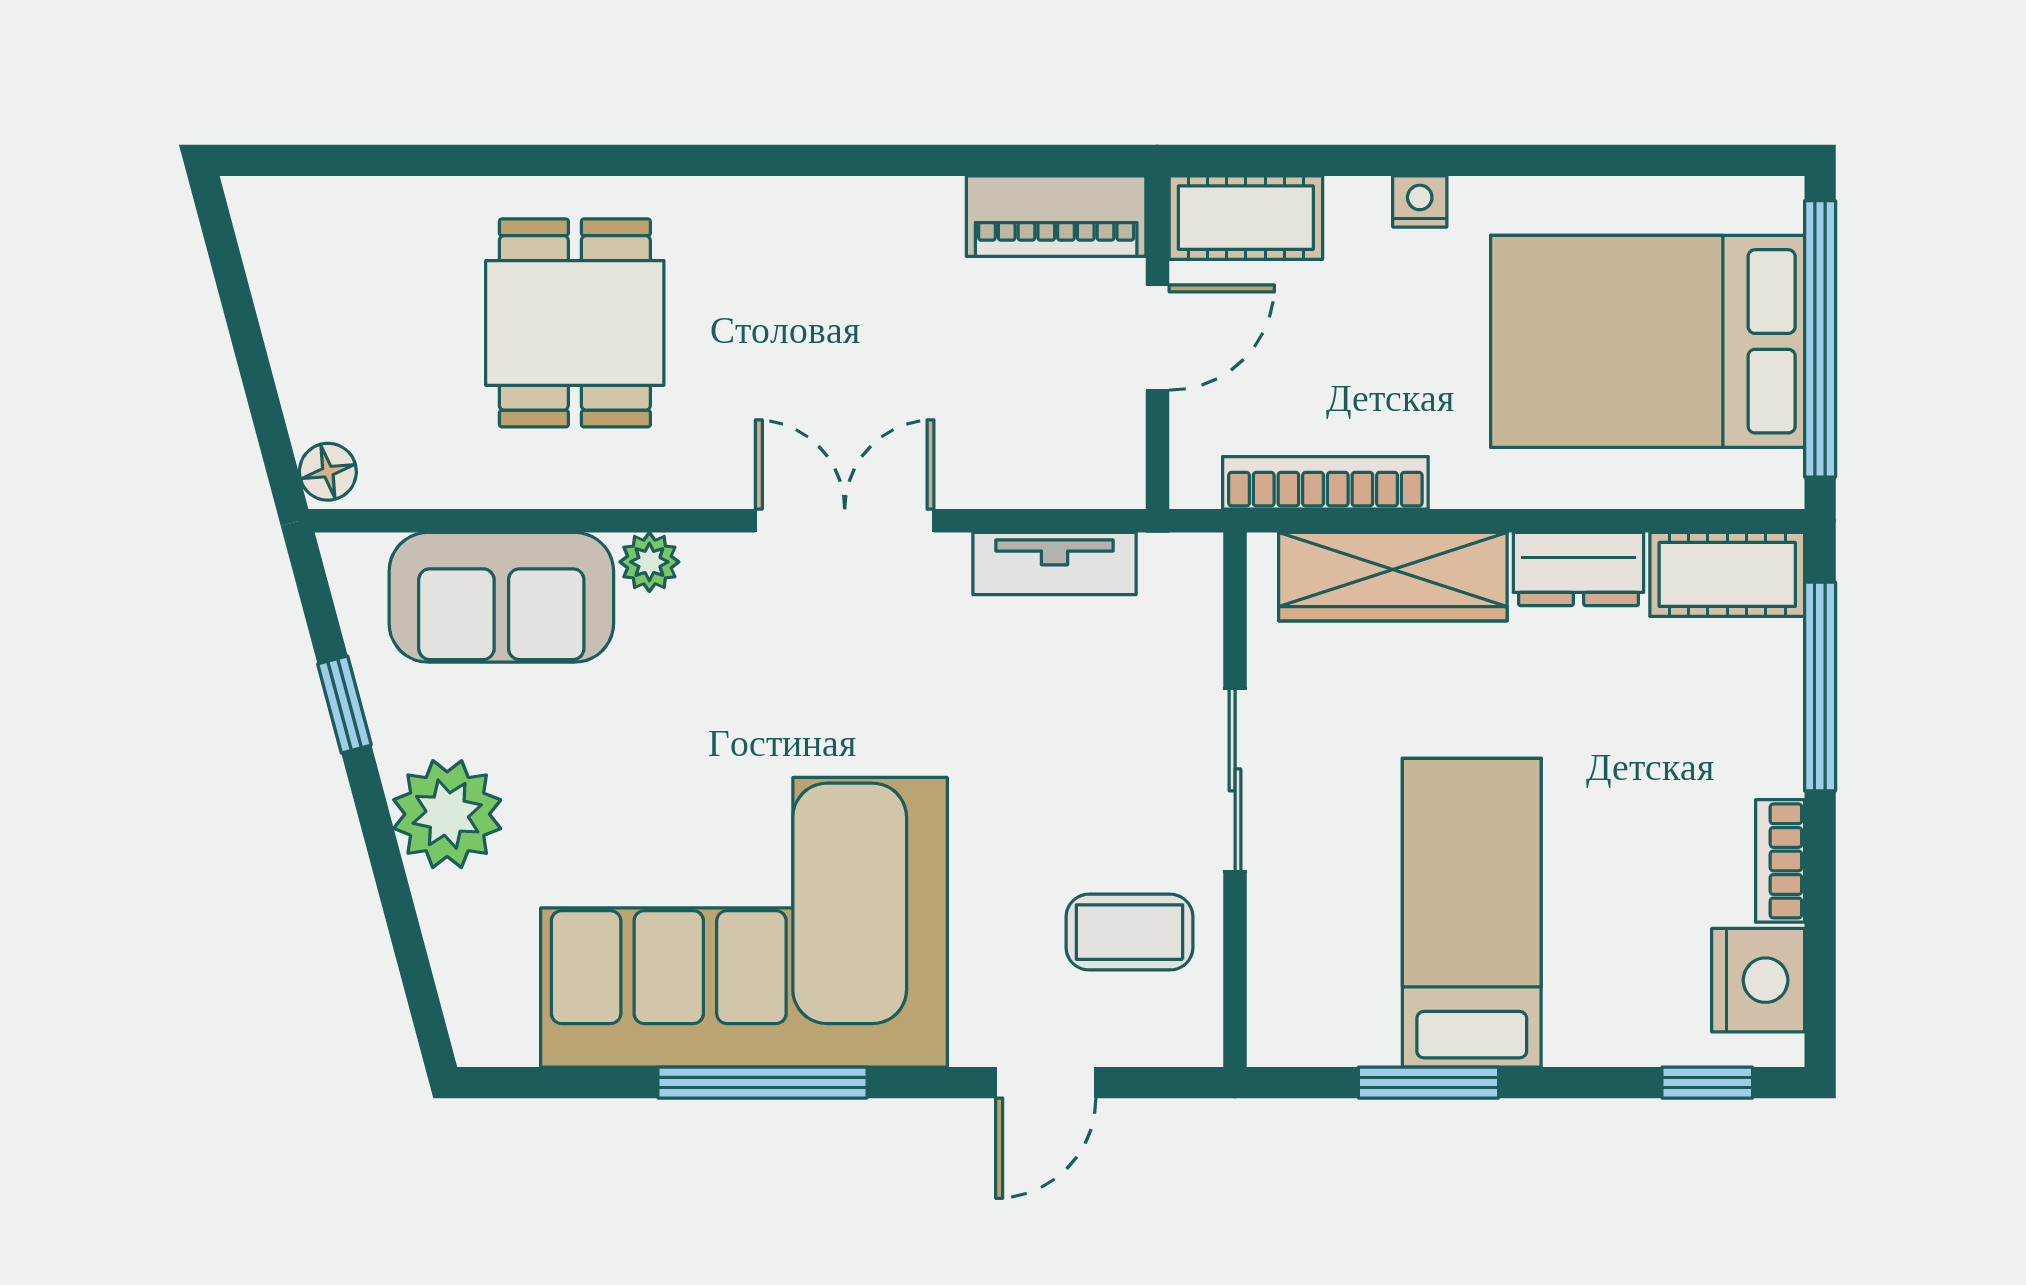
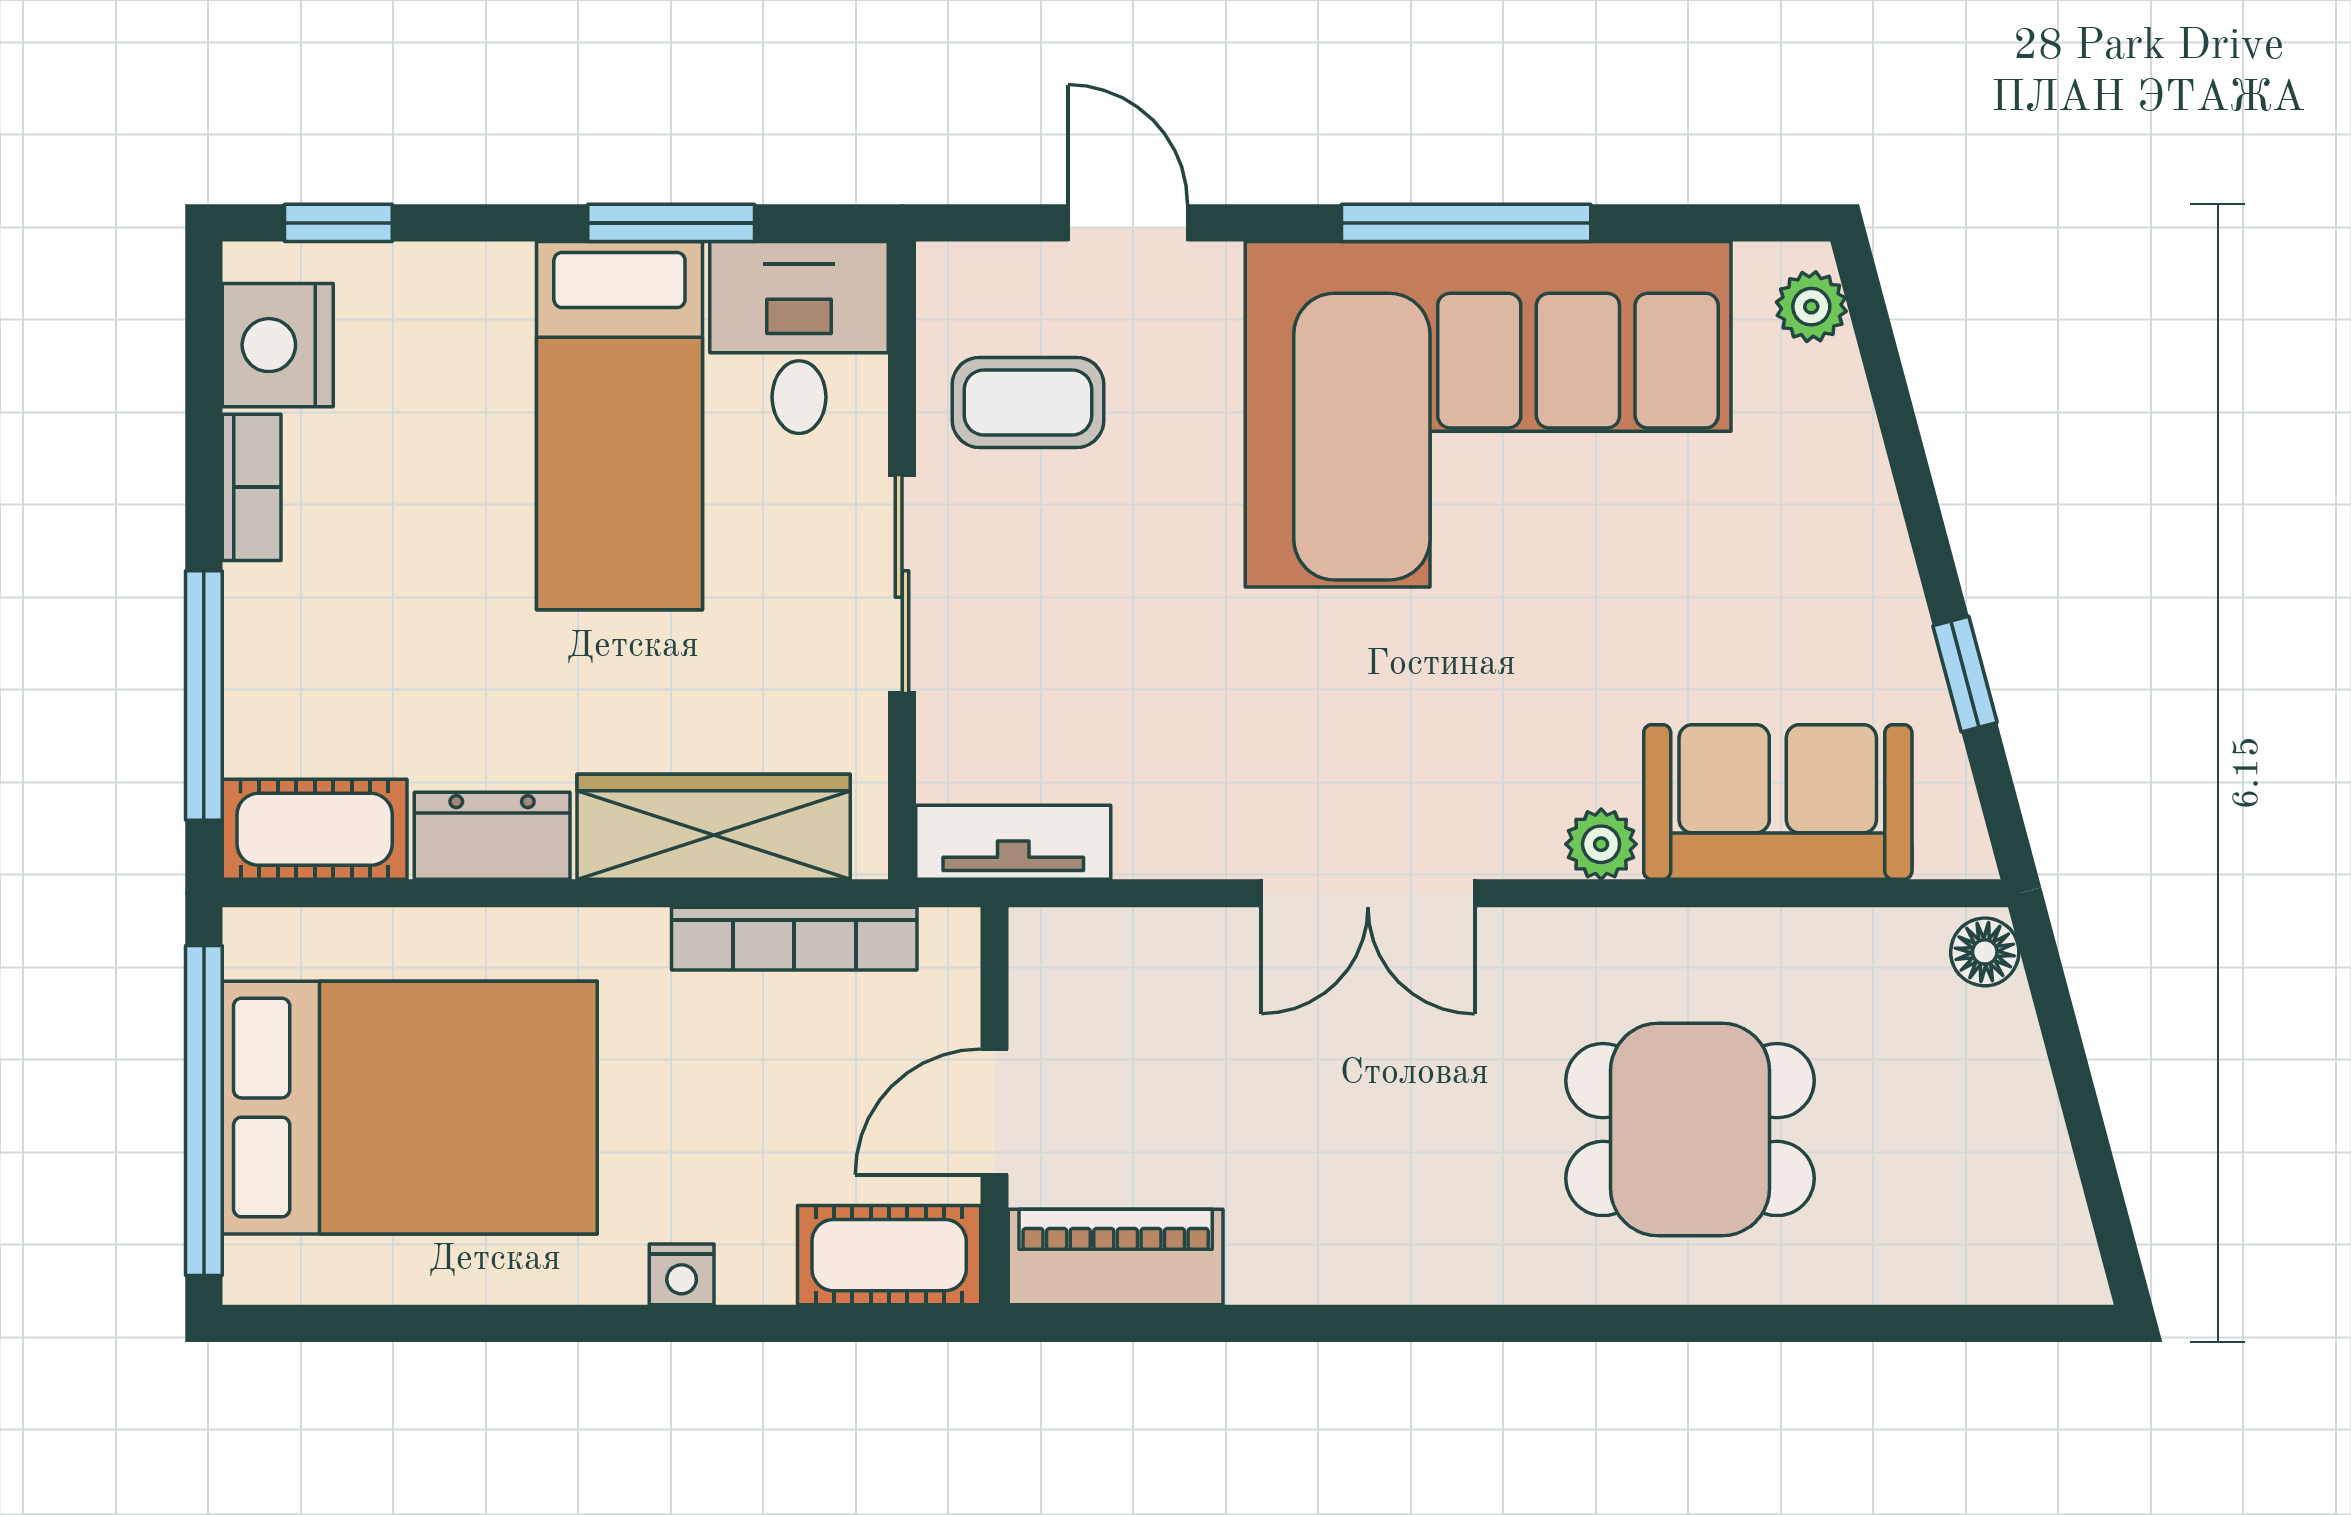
dining table: (575, 323) -> (1690, 1130), turned 90
tv unit: (1054, 564) -> (1013, 842), moved
plant: (447, 814) -> (1811, 307), moved, width x0.53, depth x0.53
desk: (1321, 986) -> (799, 338), added
door: (1046, 1083) -> (1128, 223), hinge flipped

